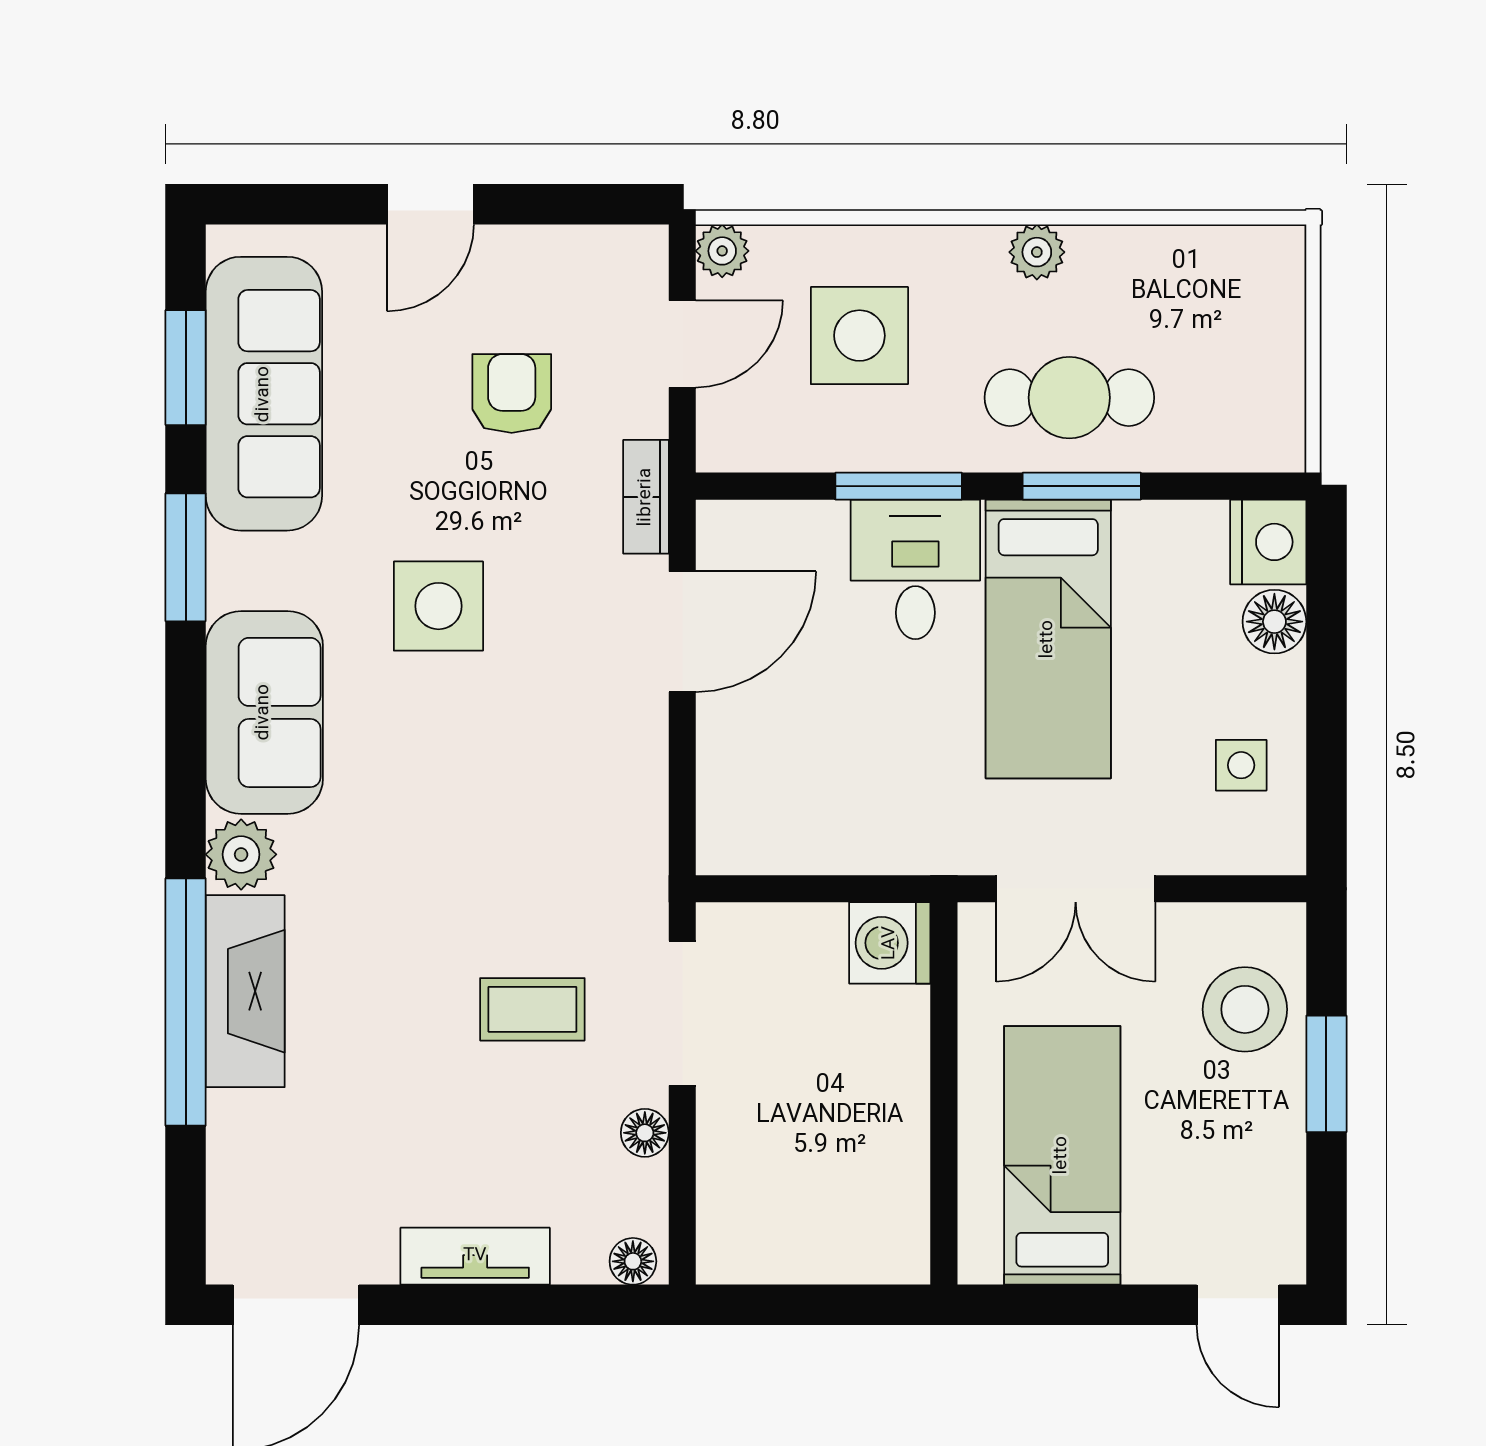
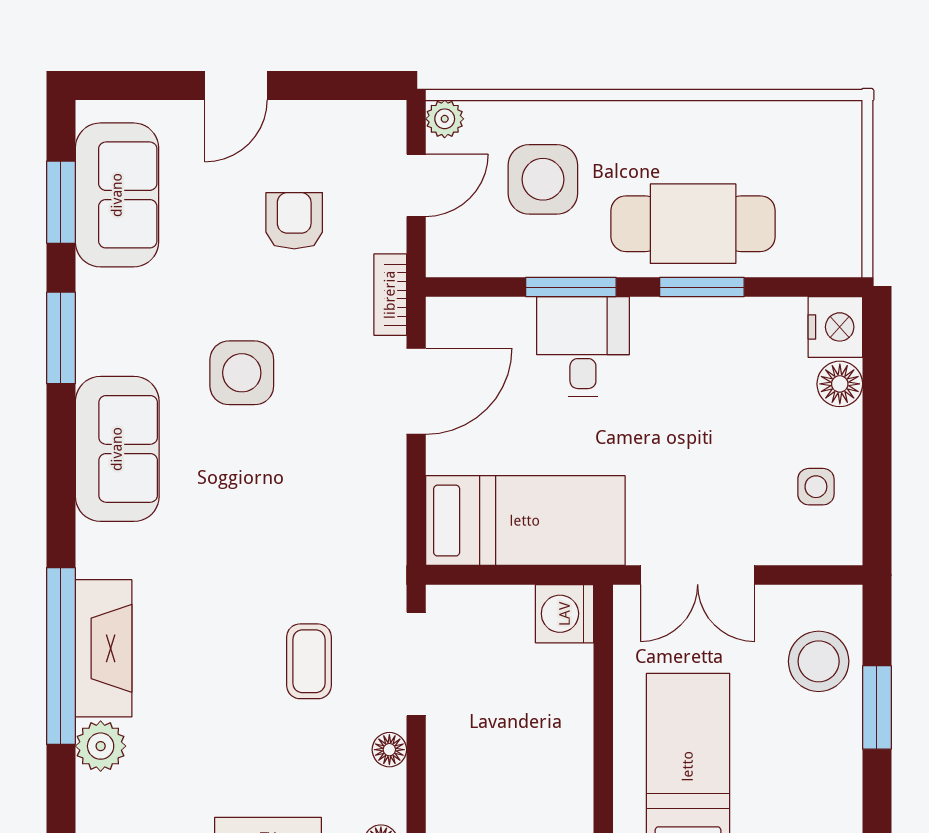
plant: (1037, 252) -> (670, 120), removed
sofa: (264, 394) -> (117, 195), width x0.73
cafe table: (1069, 398) -> (693, 224), width x1.37, depth x1.35
bed: (1048, 639) -> (525, 521), moved, turned -90
plant: (241, 854) -> (101, 746), moved
coffee table: (532, 1009) -> (309, 661), turned 90

